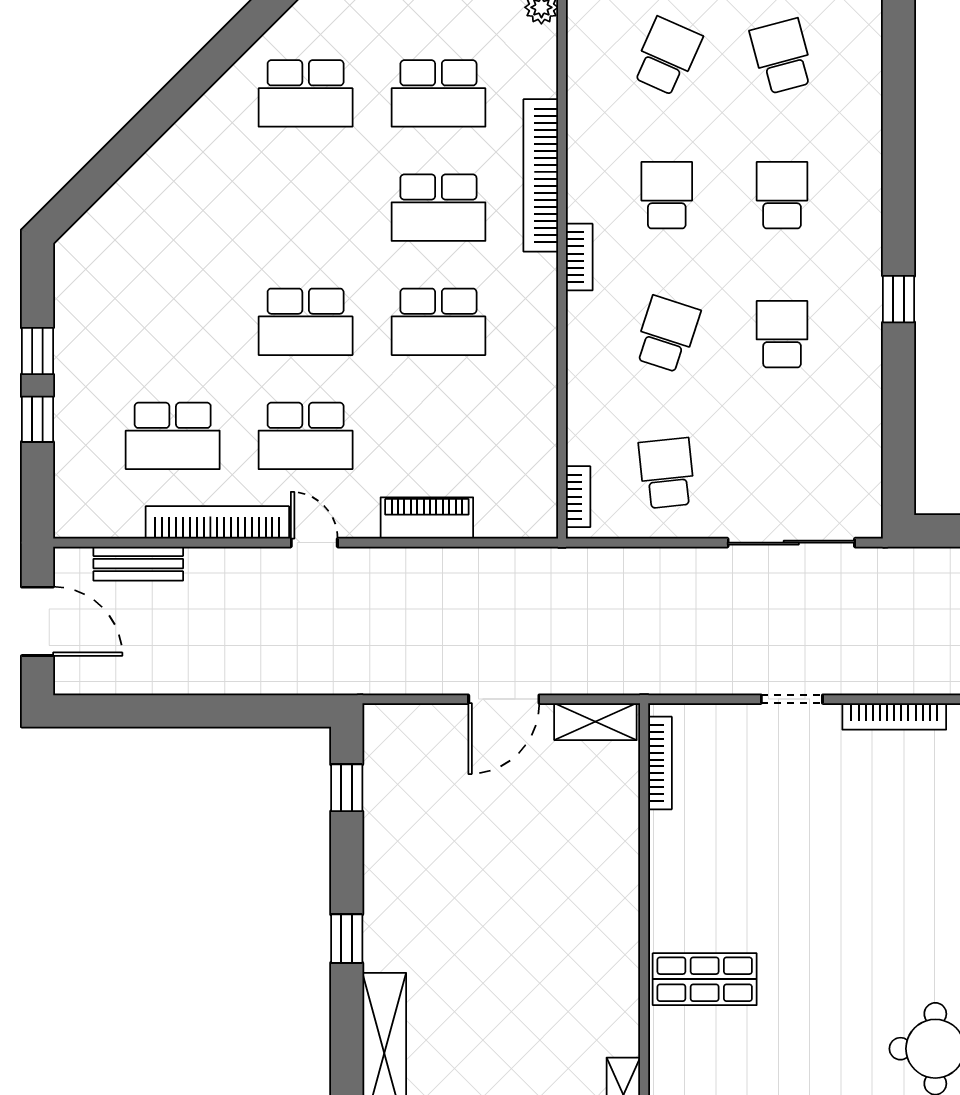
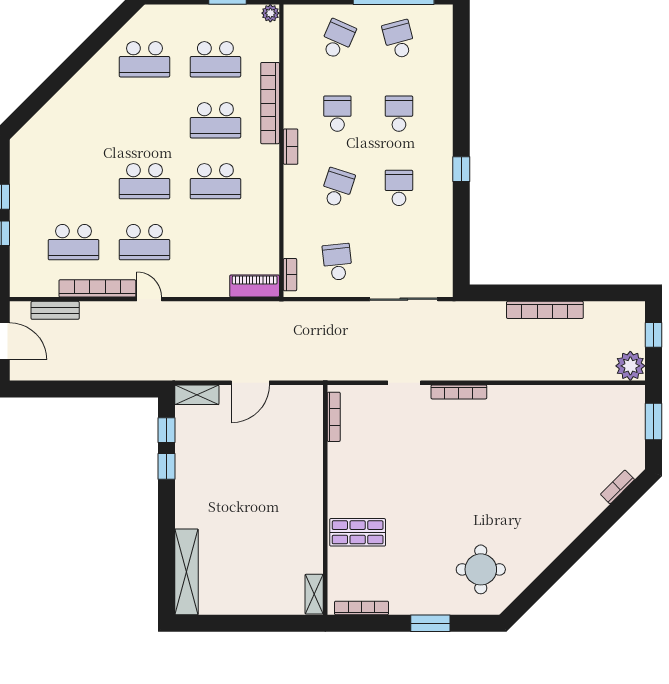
piano: (427, 518) -> (255, 286), moved
shelving: (595, 722) -> (197, 395), moved
window: (347, 939) -> (166, 466), moved

